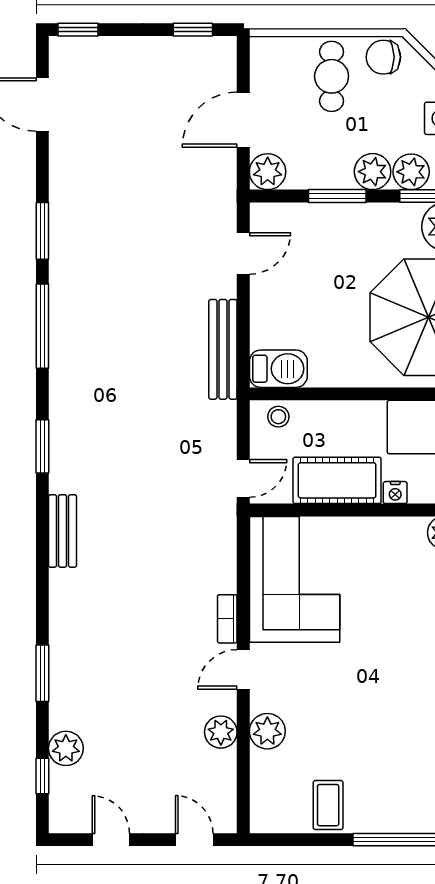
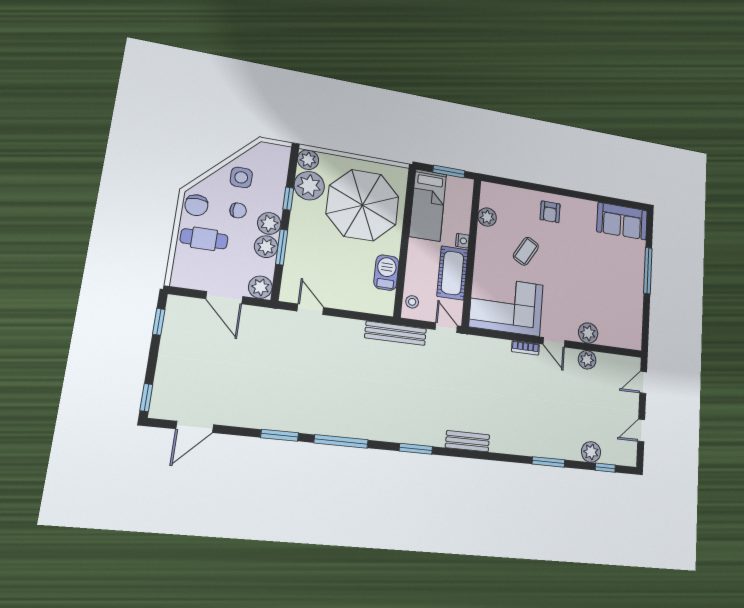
chair: (386, 121) -> (238, 210), added
plant: (411, 172) -> (266, 247), moved
bench: (223, 349) -> (396, 333), moved
barbecue: (278, 369) -> (386, 273), moved
coffee table: (328, 805) -> (526, 251), moved, turned -60

